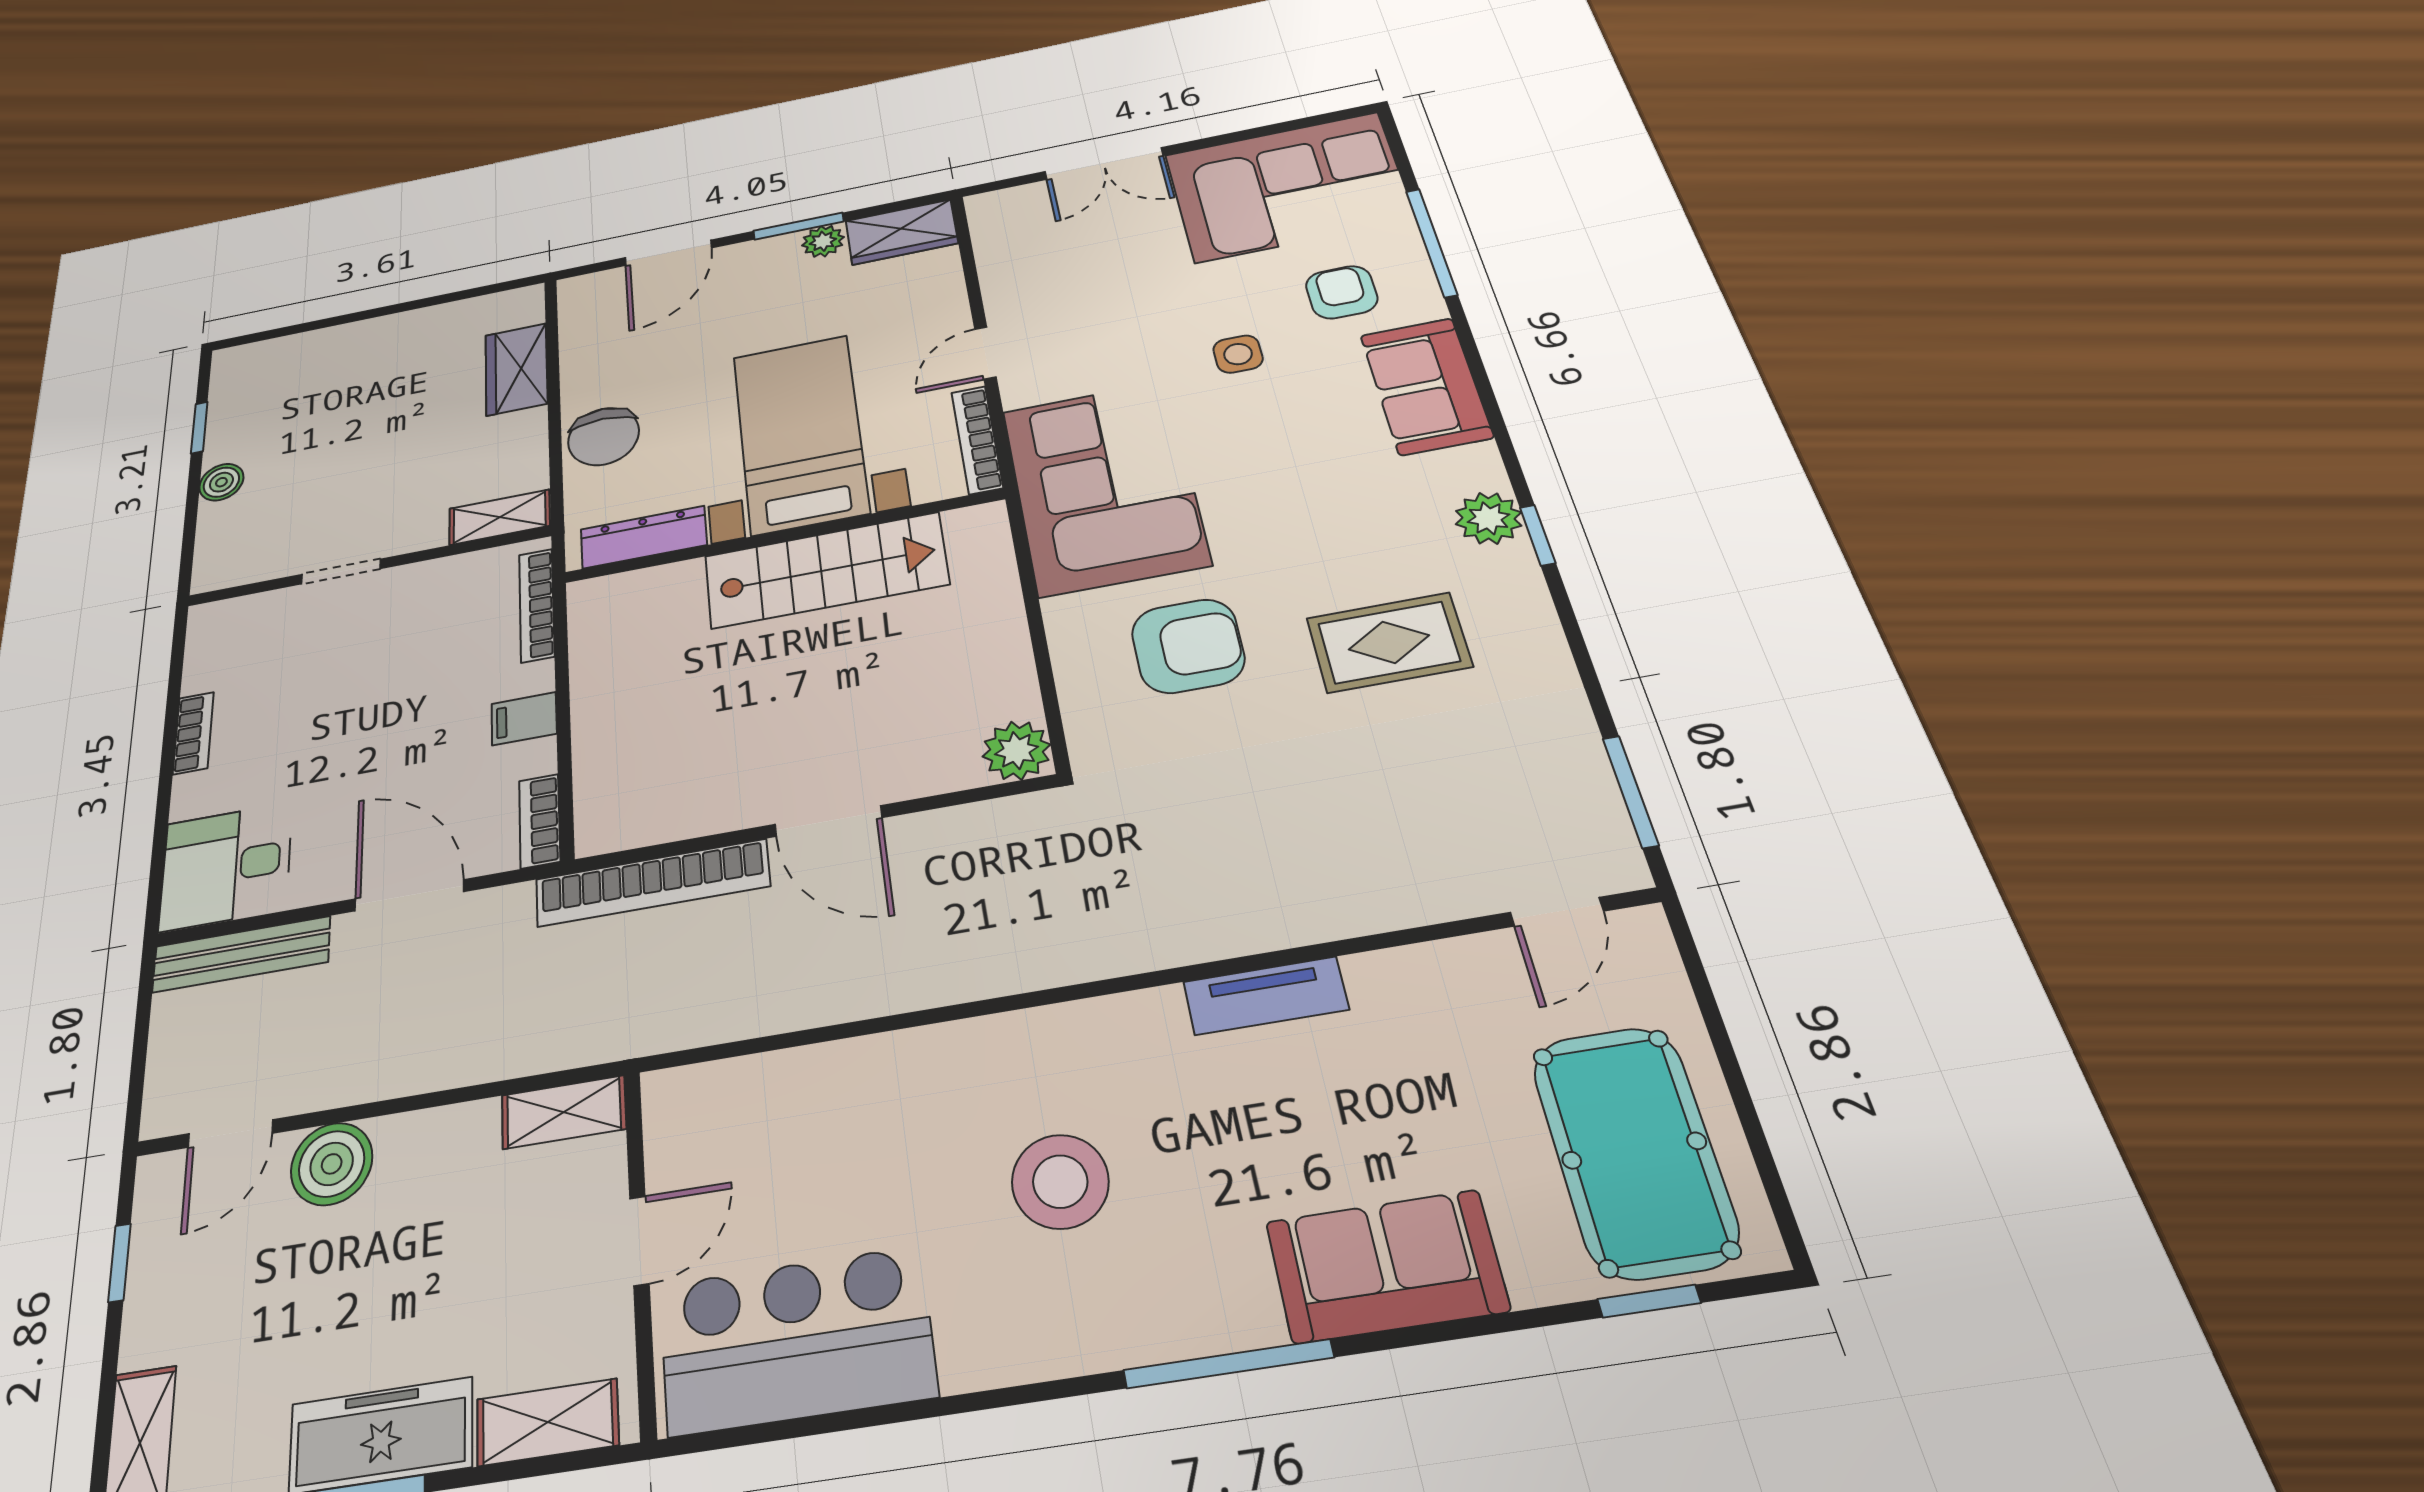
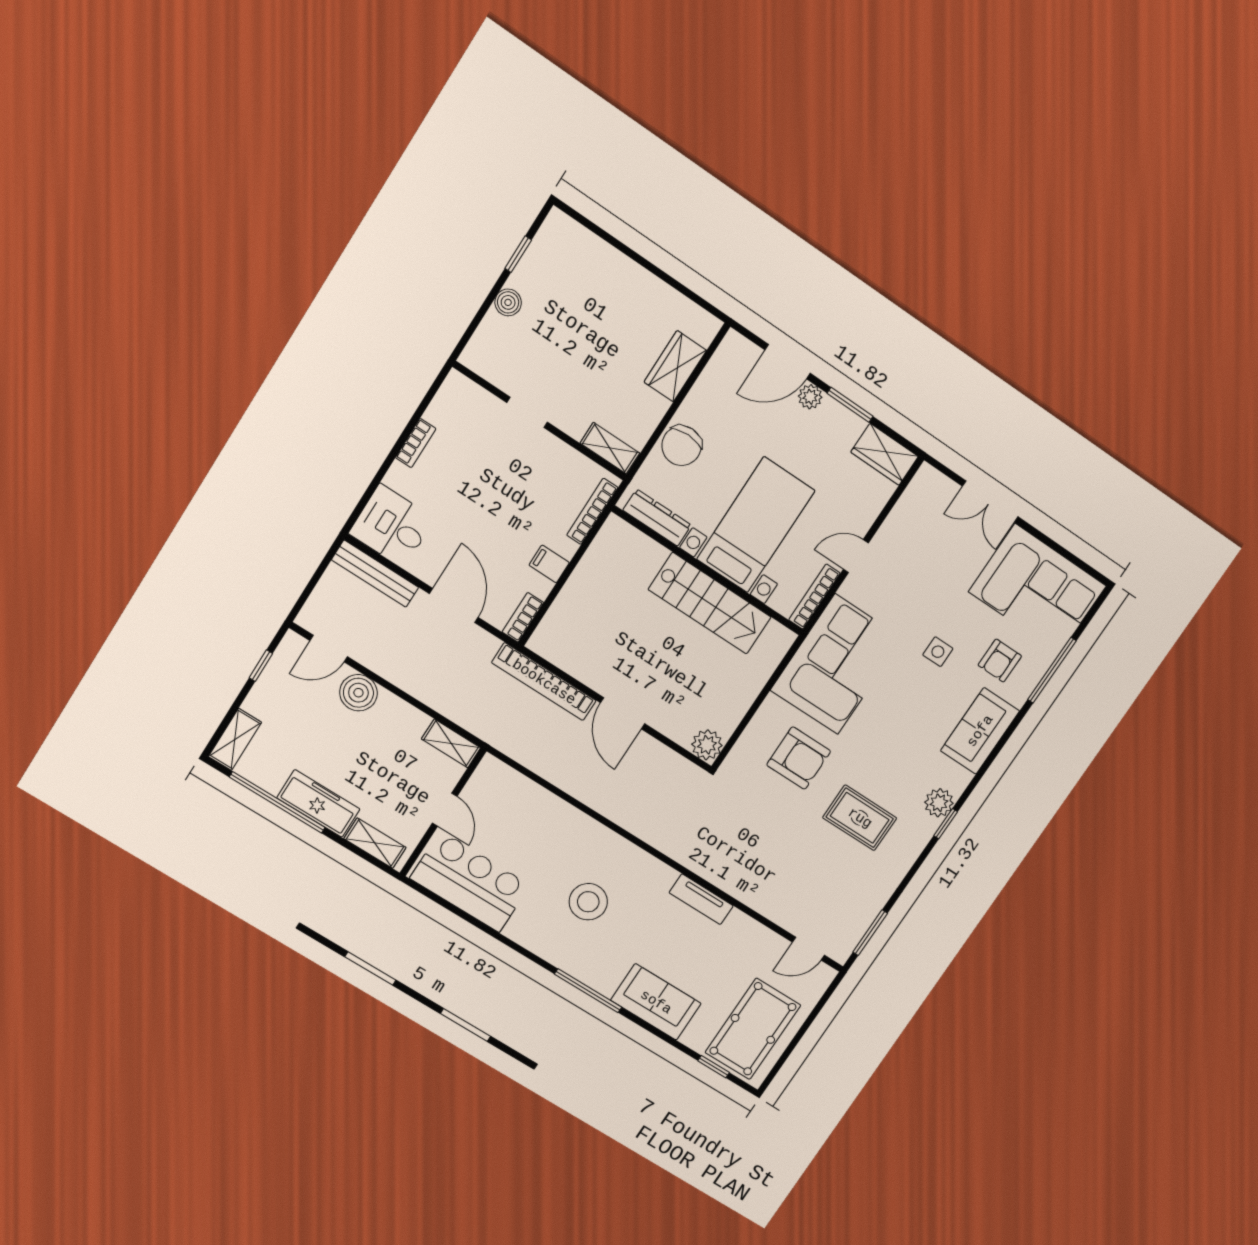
plant: (823, 241) -> (810, 397), moved
armchair: (1342, 292) -> (1000, 661), turned 180
door: (639, 1241) -> (445, 810), hinge flipped

